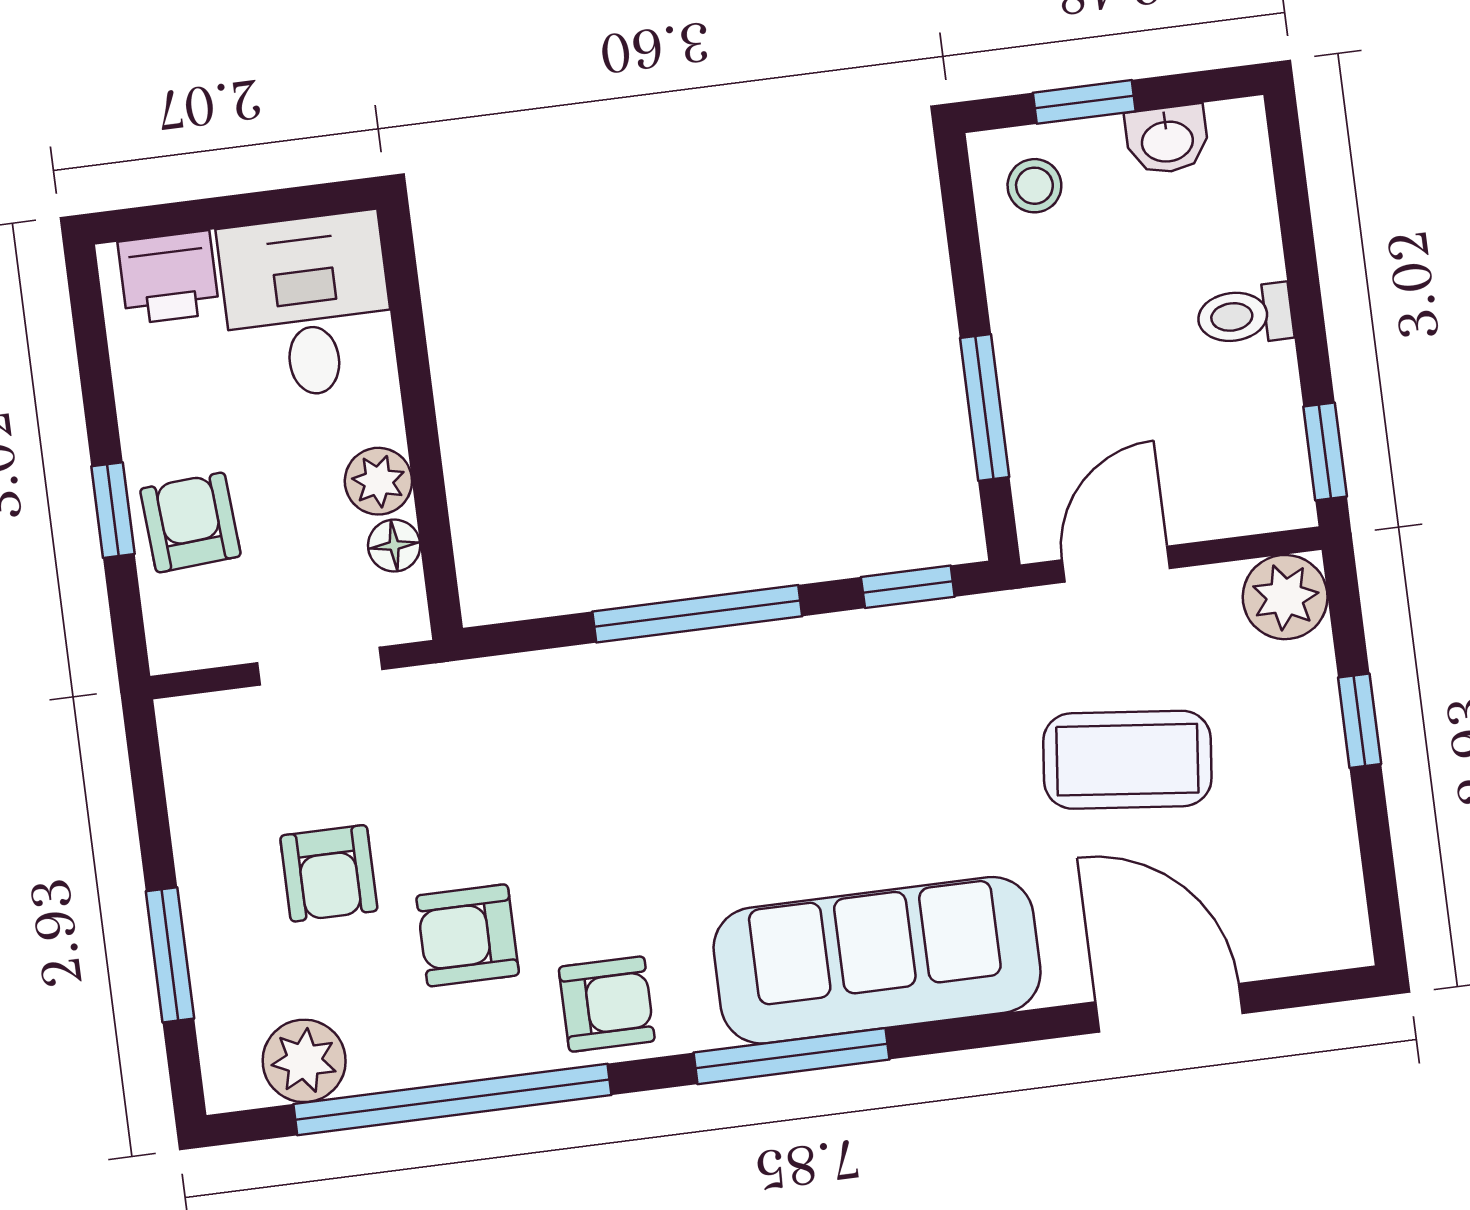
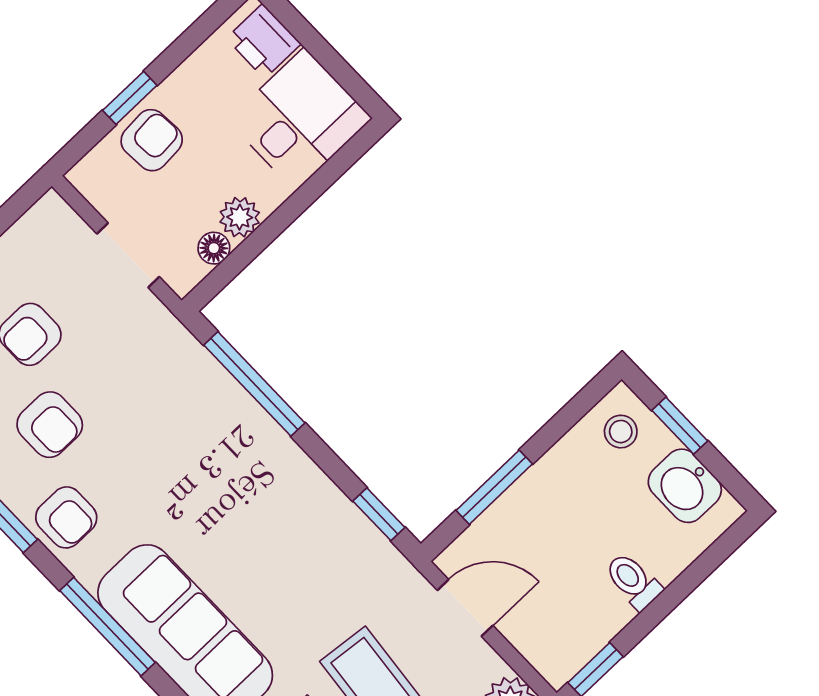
washbasin: (1167, 140) -> (685, 486), width x1.38, depth x1.45
window: (697, 614) -> (254, 384), moved
armchair: (468, 935) -> (50, 425), turned 180

